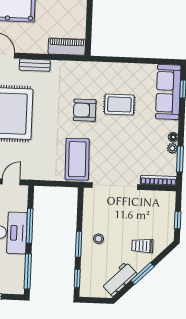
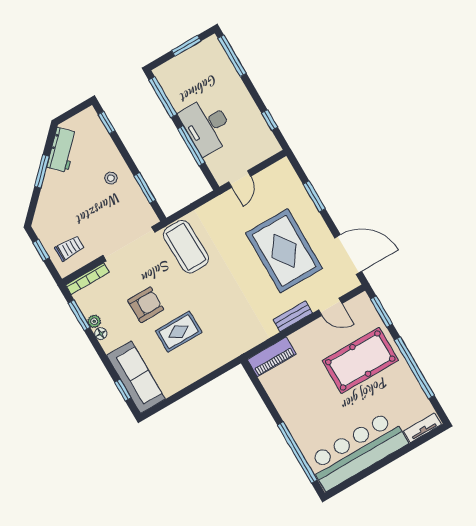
armchair: (85, 110) -> (146, 305), moved
window: (79, 244) -> (145, 188), moved
trolley: (142, 246) -> (70, 248), moved

